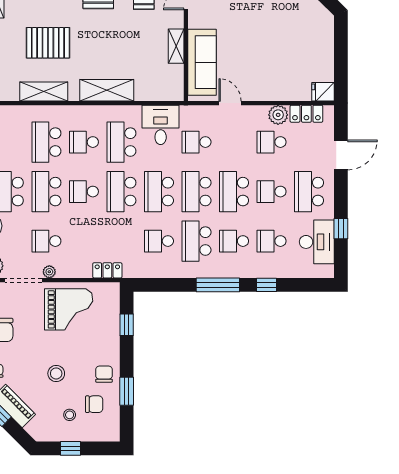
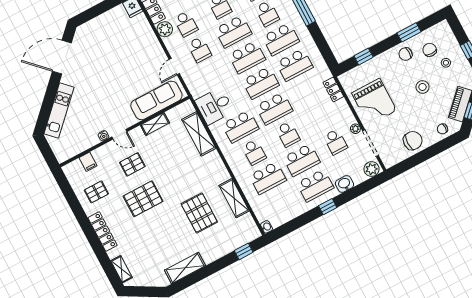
shelving: (107, 90) -> (199, 134), moved
school desk: (197, 142) -> (199, 49), moved
school desk: (159, 241) -> (294, 65), width x1.85
grand piano: (69, 309) -> (374, 102), turned 180

